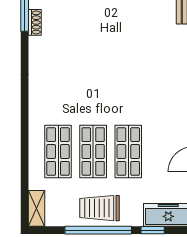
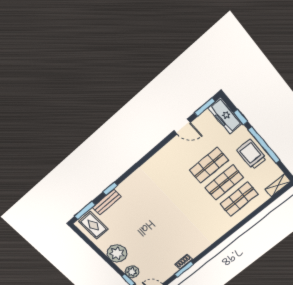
trolley: (100, 208) -> (252, 154), turned 180

